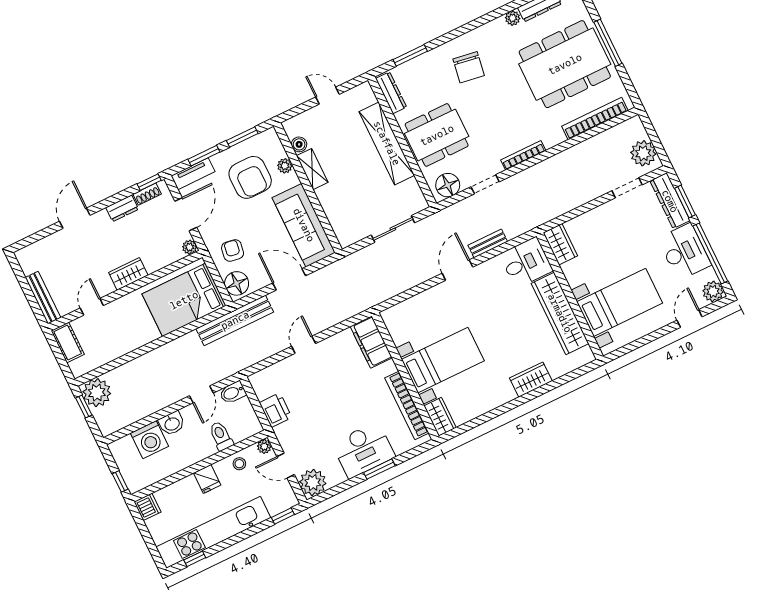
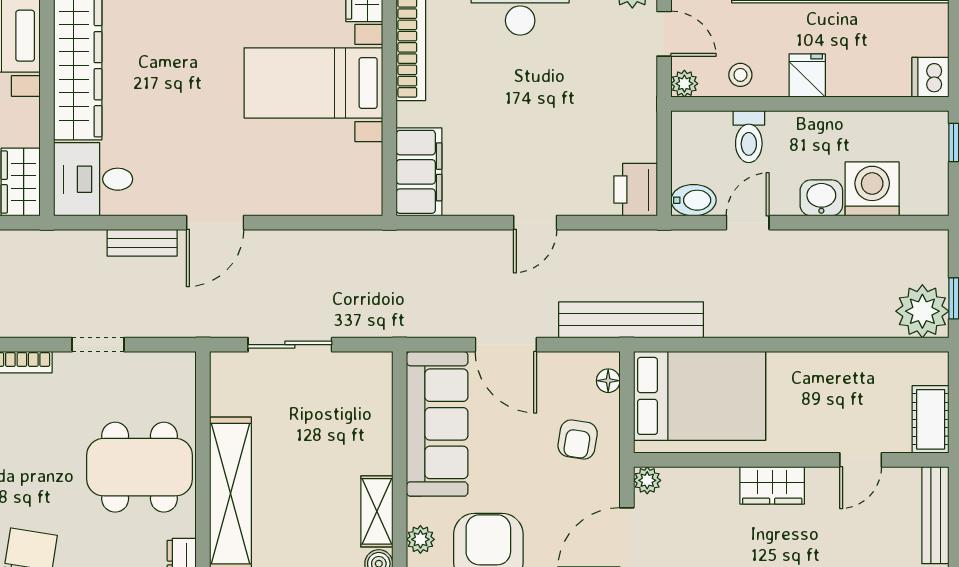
floor lamp: (448, 185) -> (162, 374), removed
floor lamp: (237, 283) -> (608, 381), width x0.53, depth x0.53
printer: (276, 410) -> (636, 190), moved

